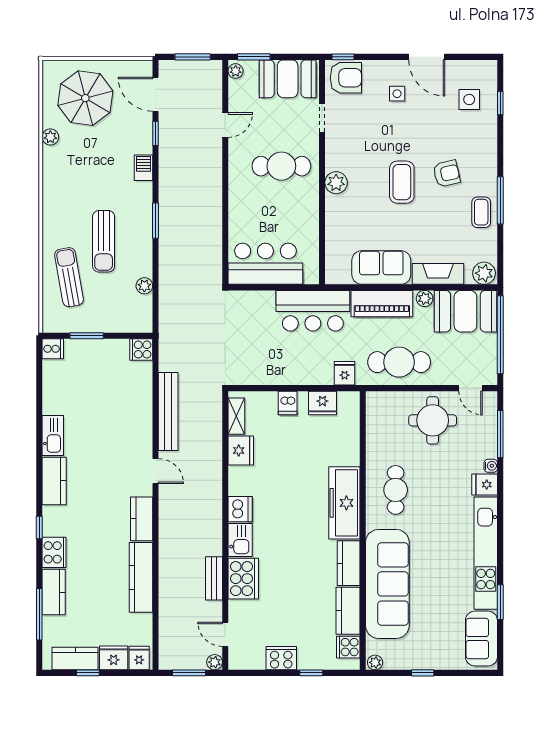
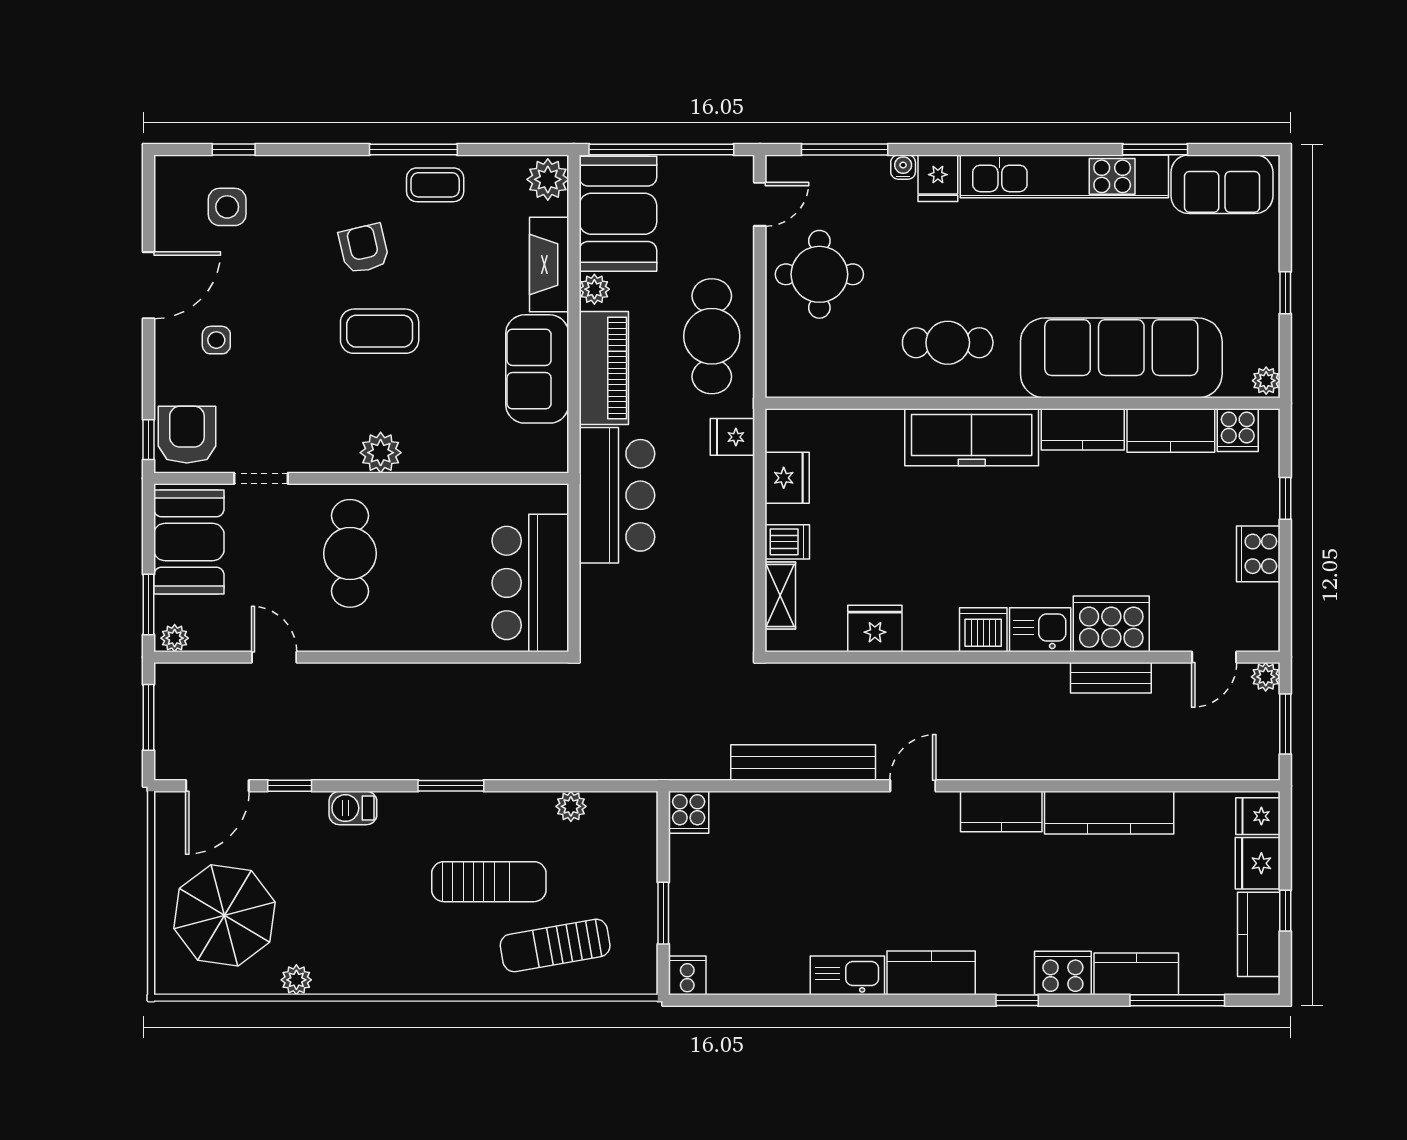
shelving: (236, 416) -> (780, 595), moved, turned 90

